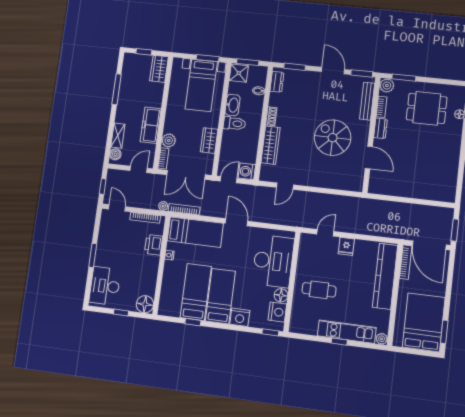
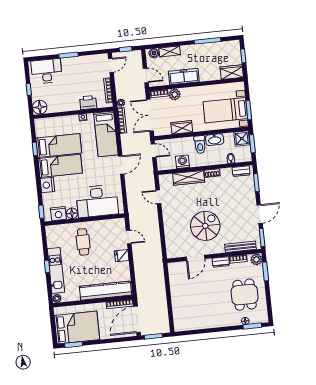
washing machine: (247, 171) -> (182, 162), moved

